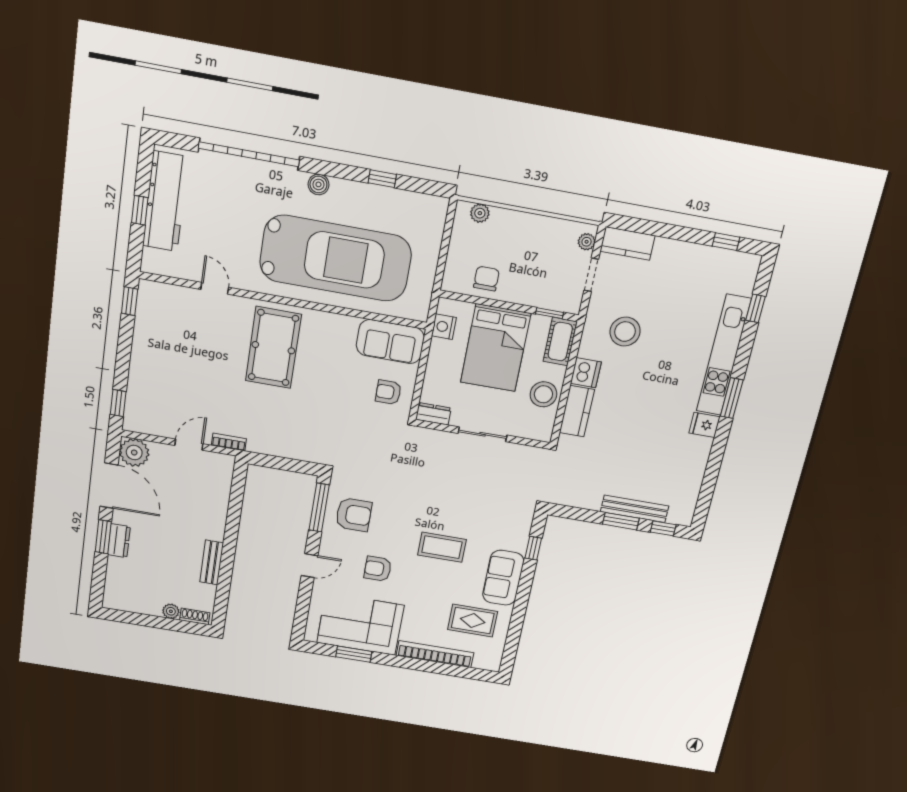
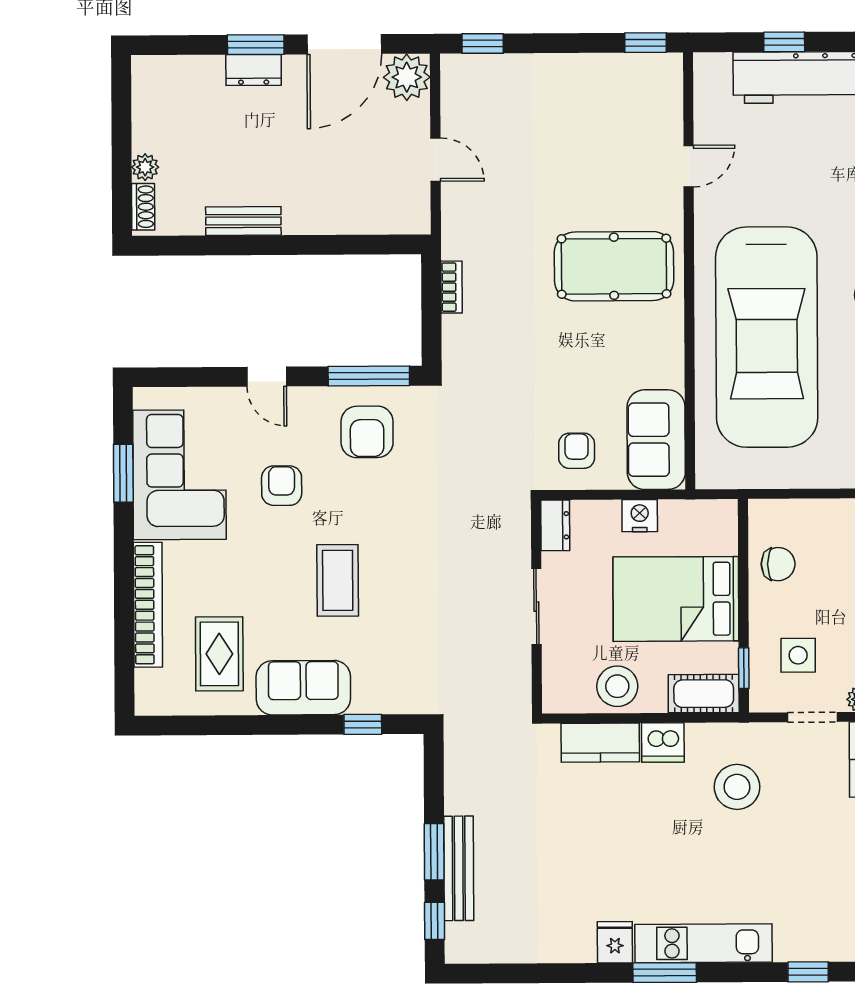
side table: (549, 277) -> (798, 655), added
nightstand: (444, 327) -> (640, 516), moved
kitchen unit: (724, 355) -> (704, 943), width x0.73
bookcase: (229, 442) -> (452, 287), moved

